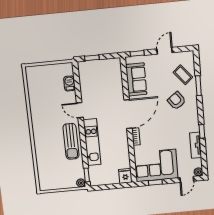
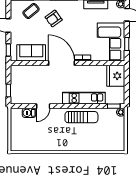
door: (80, 110) -> (43, 106), moved
fridge: (125, 176) -> (116, 76), width x1.88, depth x1.34

